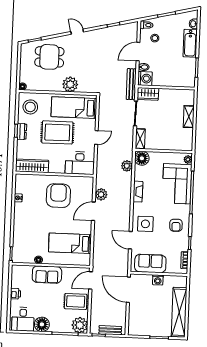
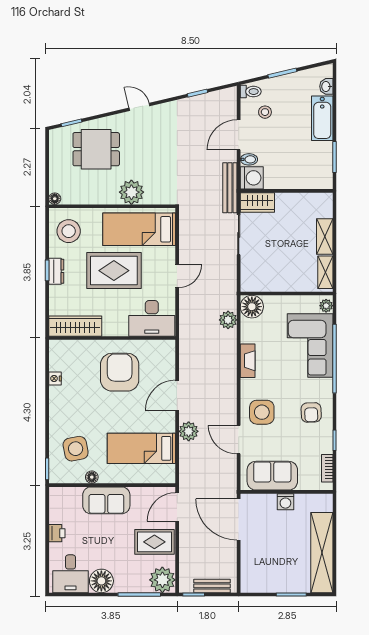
shelving: (140, 139) -> (325, 272), moved
plant: (101, 194) -> (189, 431), moved
side table: (29, 242) -> (76, 449), added

